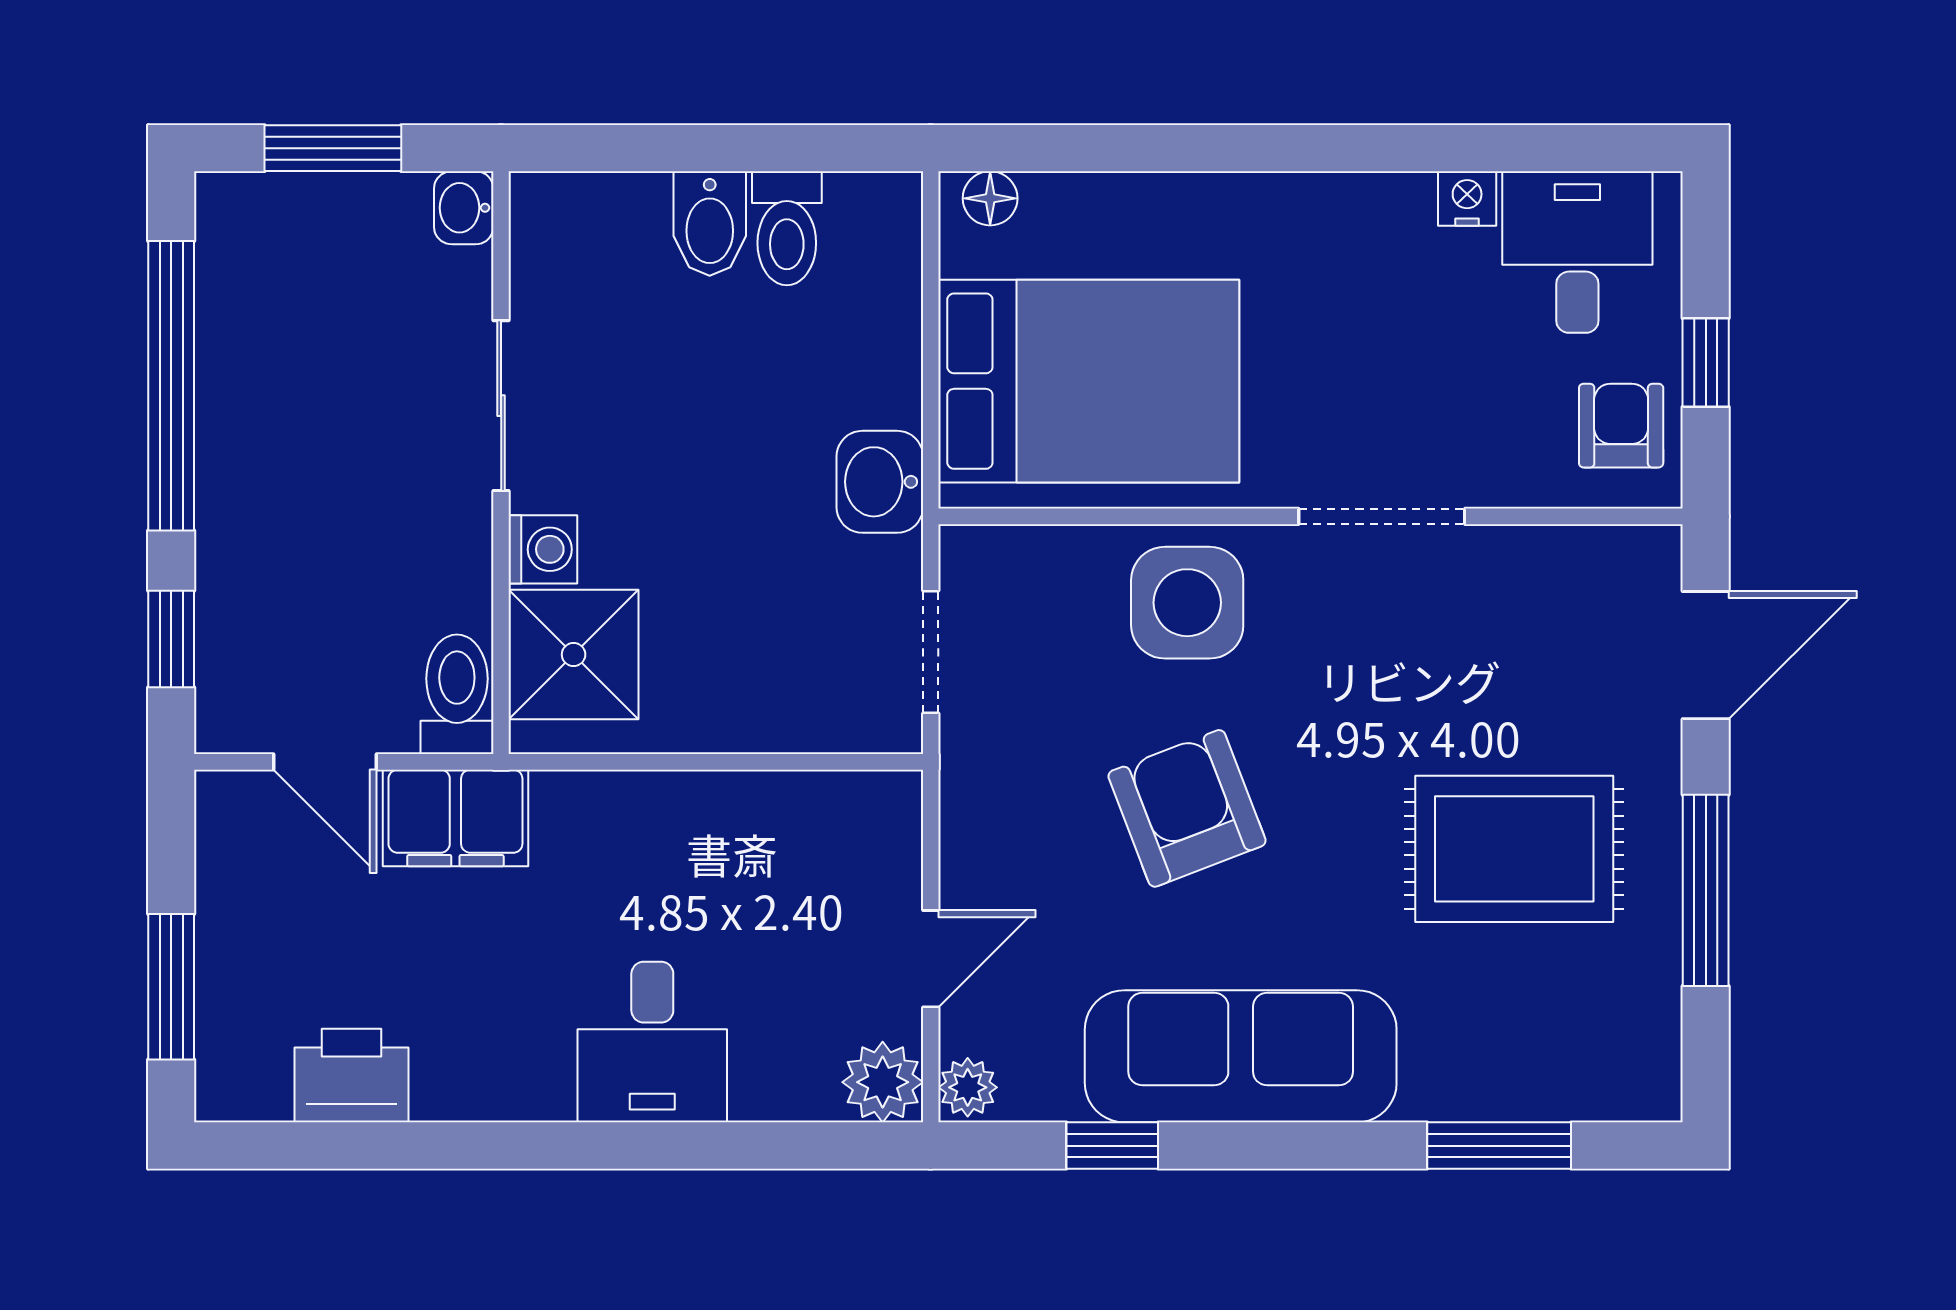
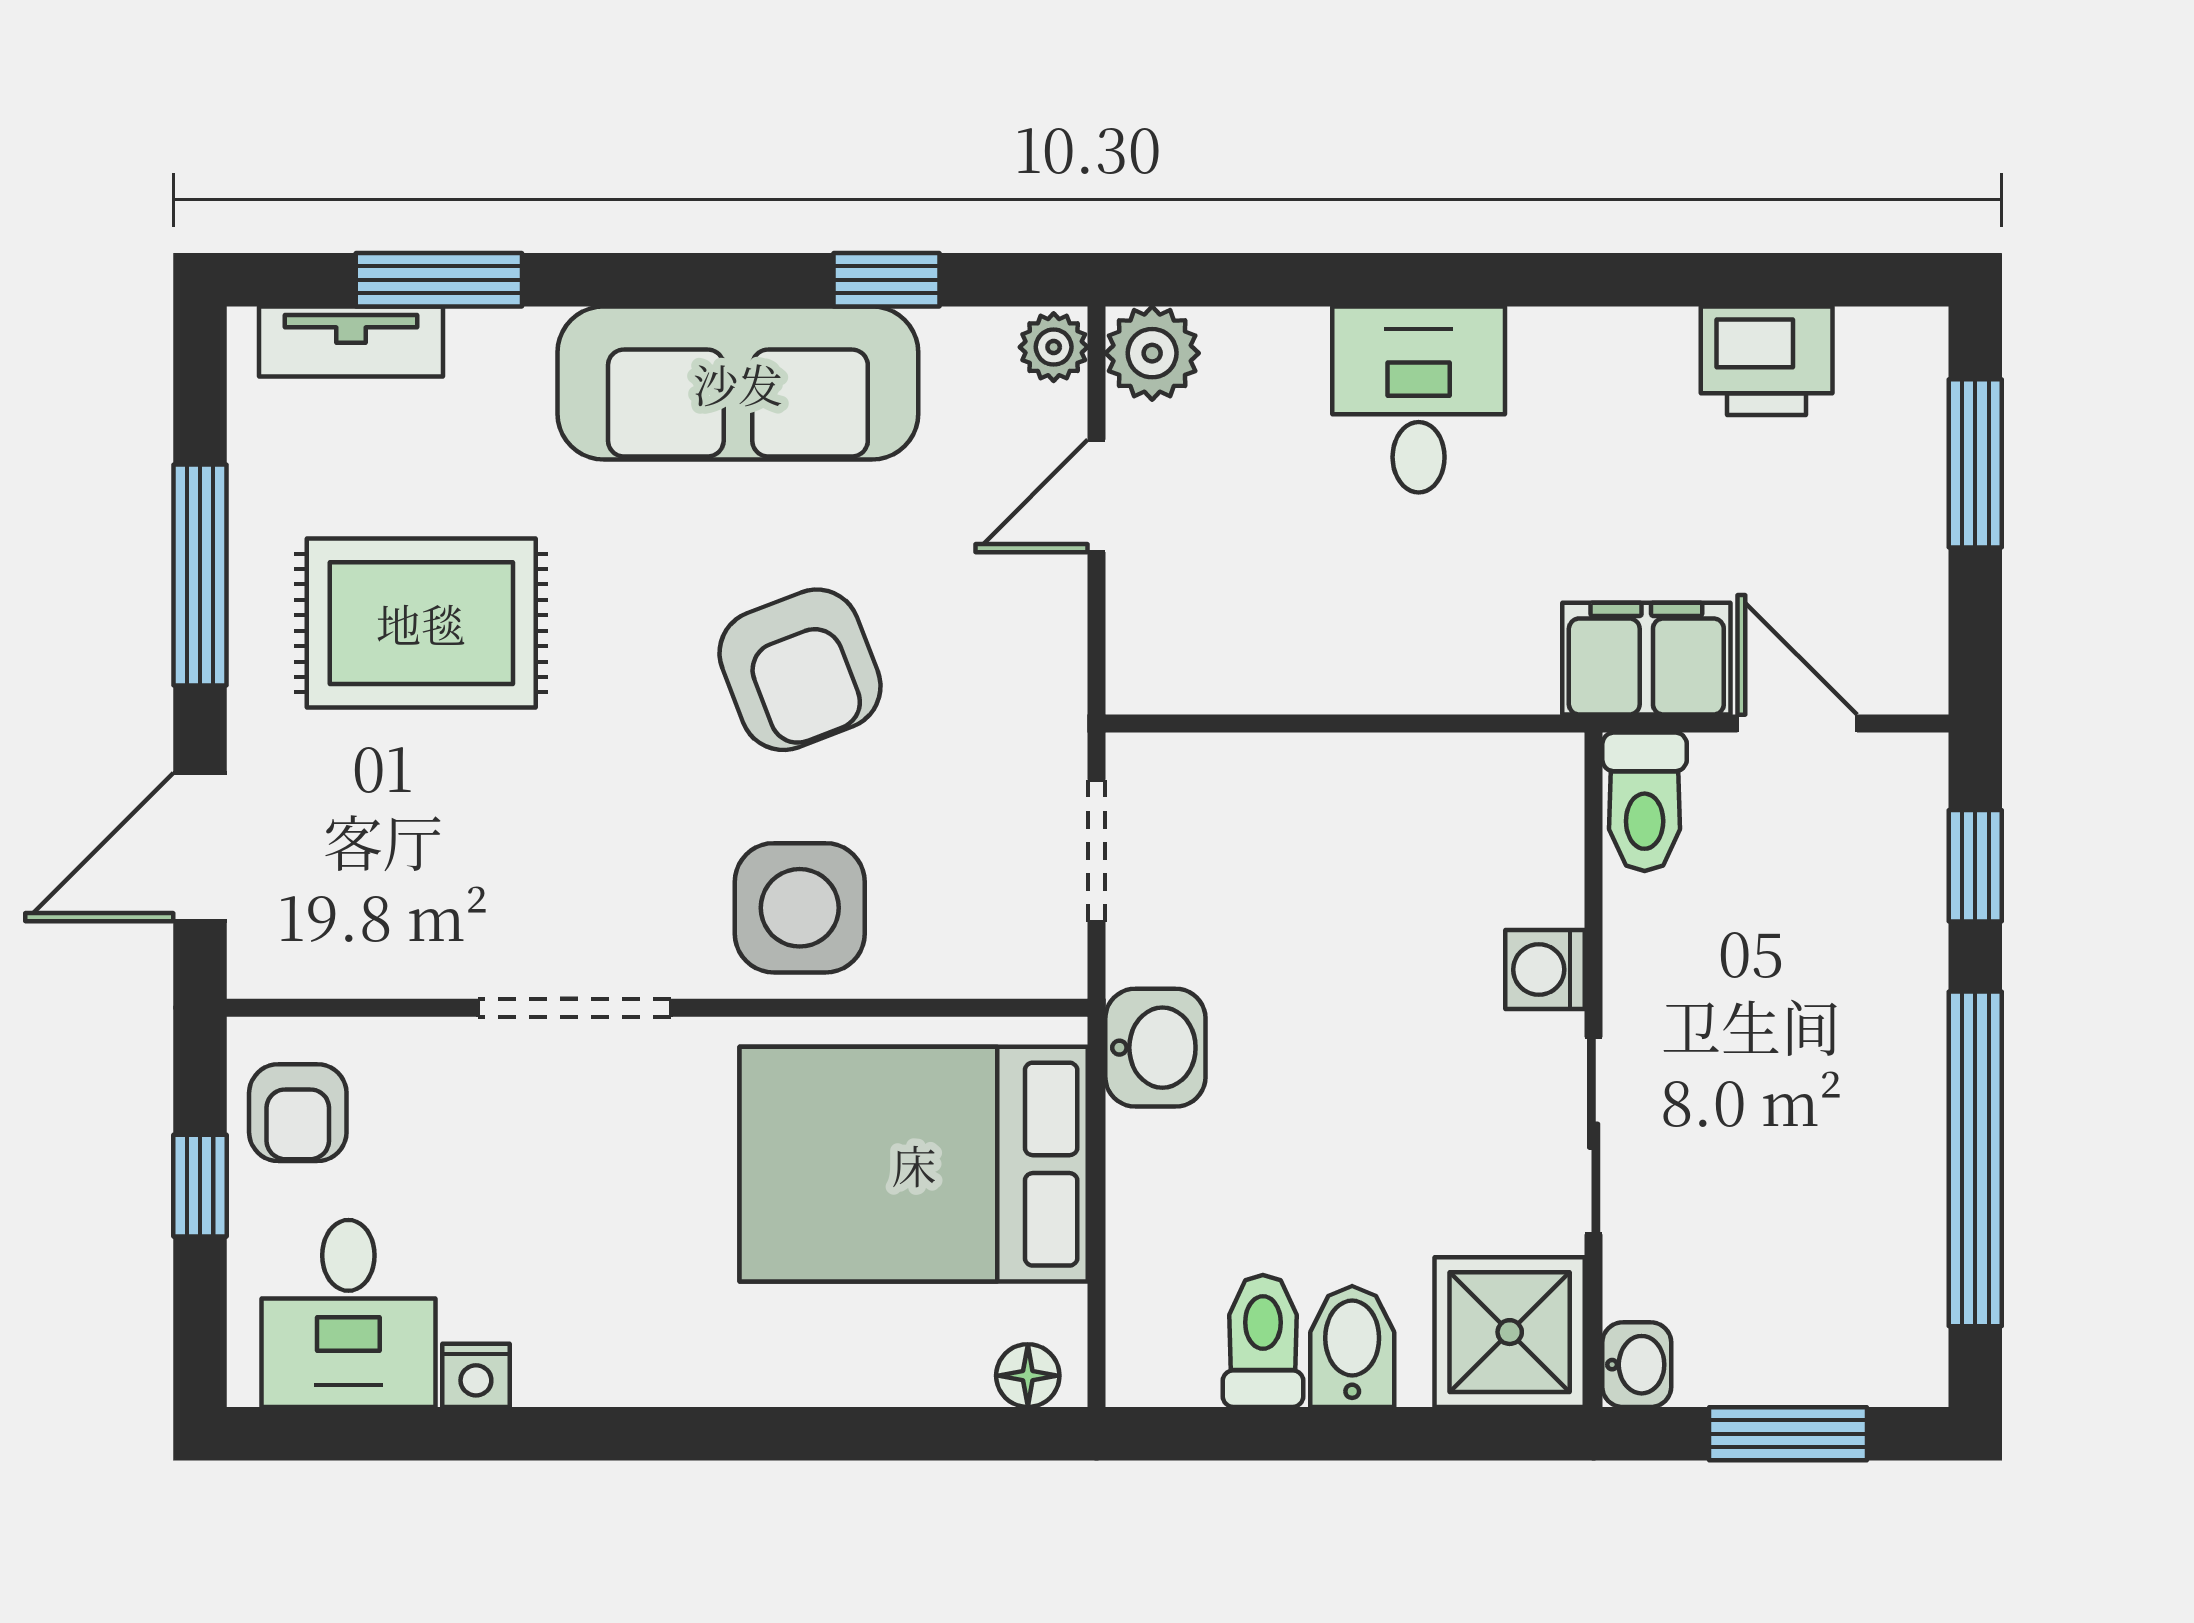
shower: (574, 655) -> (1510, 1332), moved
tv unit: (1575, 1092) -> (351, 341), added

